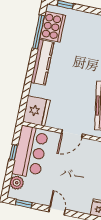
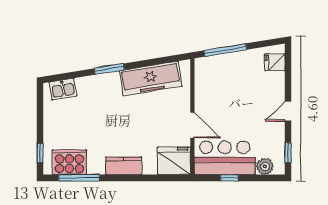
kitchen counter: (42, 62) -> (124, 166), width x0.67
door: (72, 134) -> (192, 125), moved

